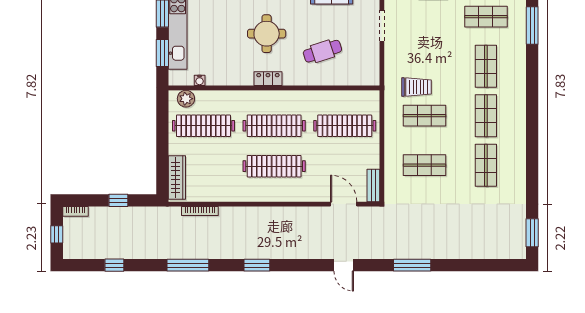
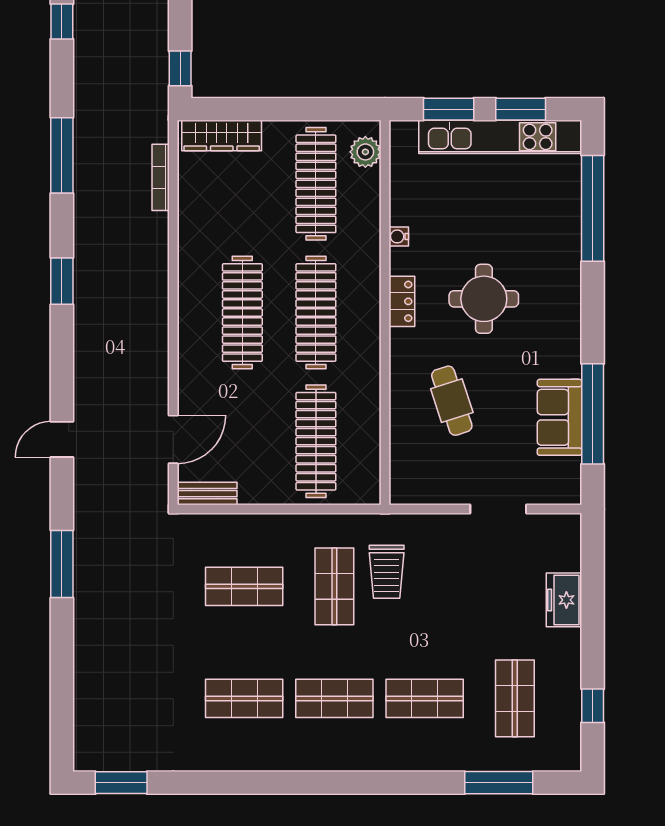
water cooler: (200, 80) -> (399, 236), moved
shop shelf: (424, 165) -> (244, 586), turned 90
window: (118, 200) -> (180, 68), moved

